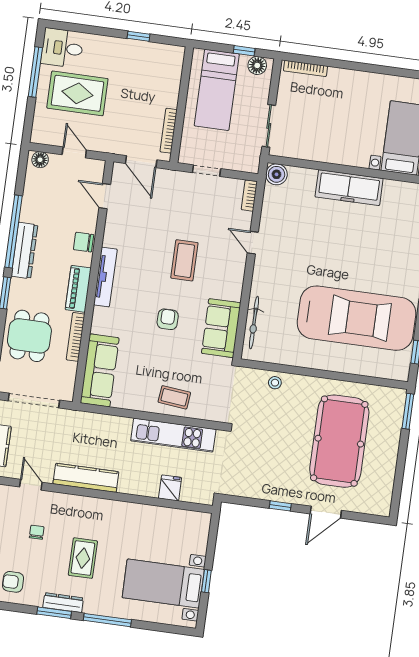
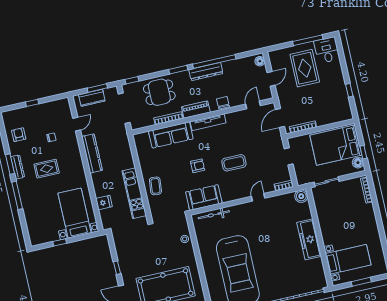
bed: (217, 90) -> (336, 145), width x1.50
sofa: (100, 370) -> (171, 135), moved
bed with nightstands: (163, 584) -> (75, 213), moved

